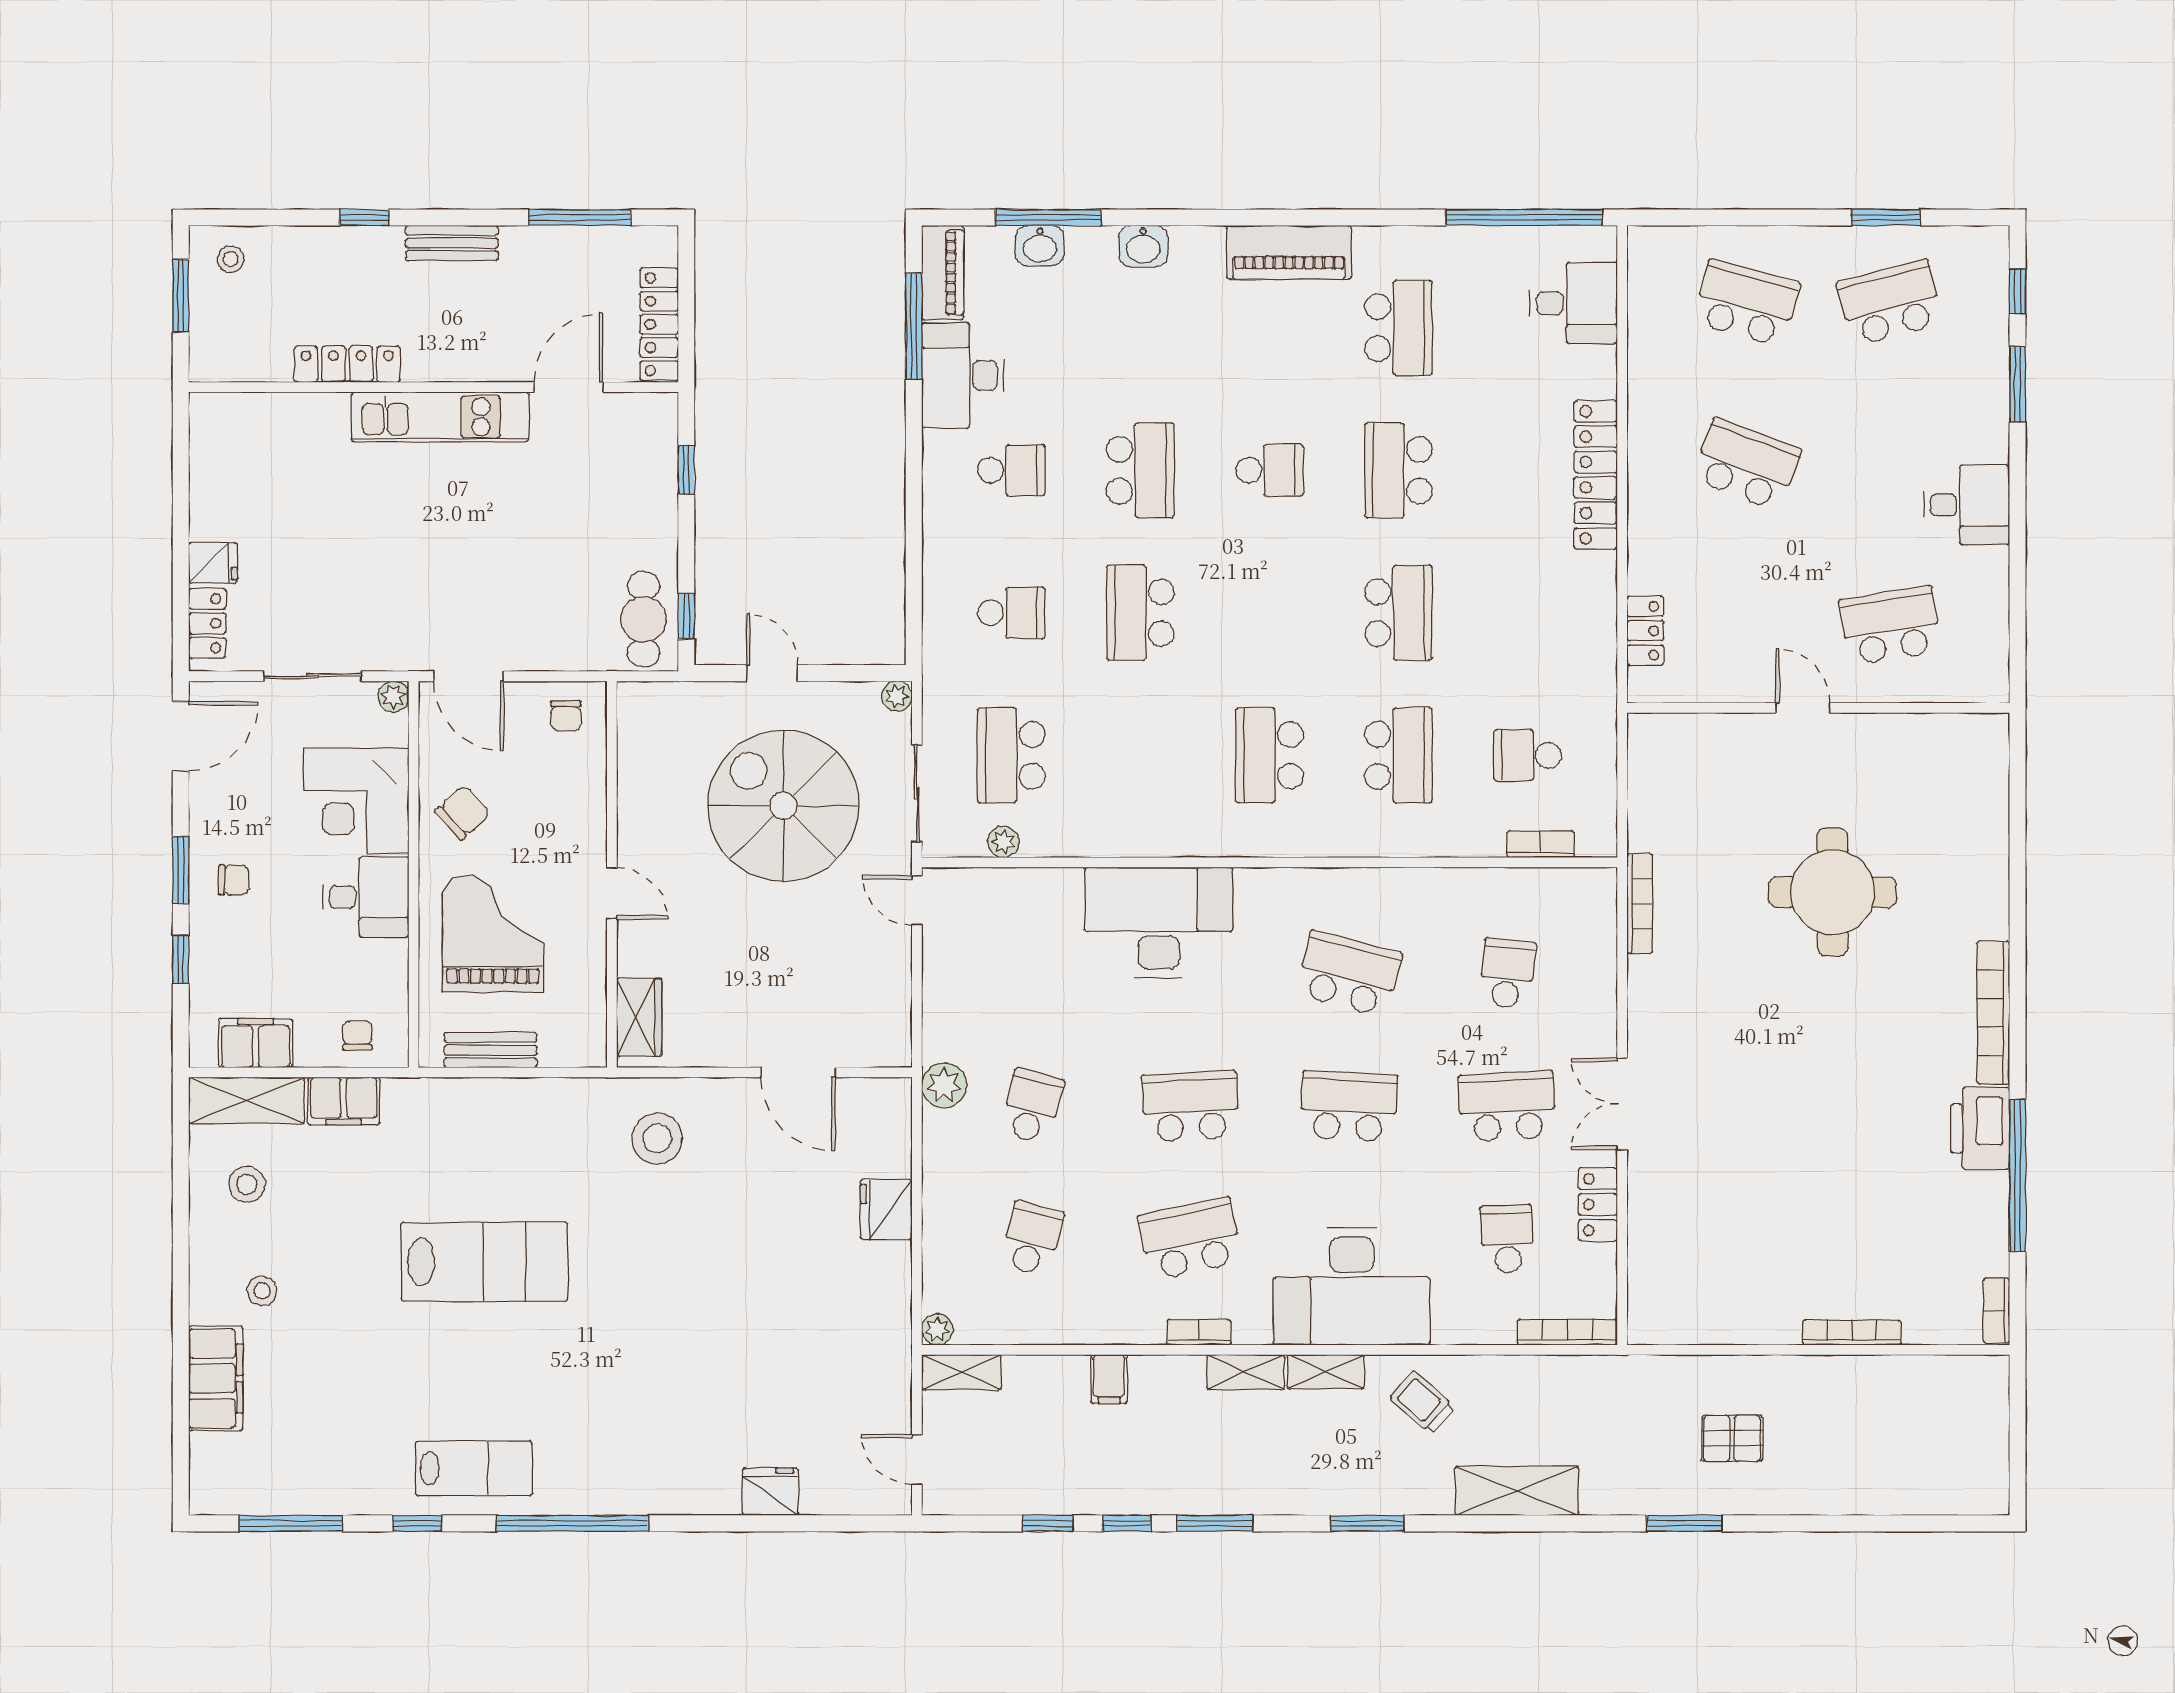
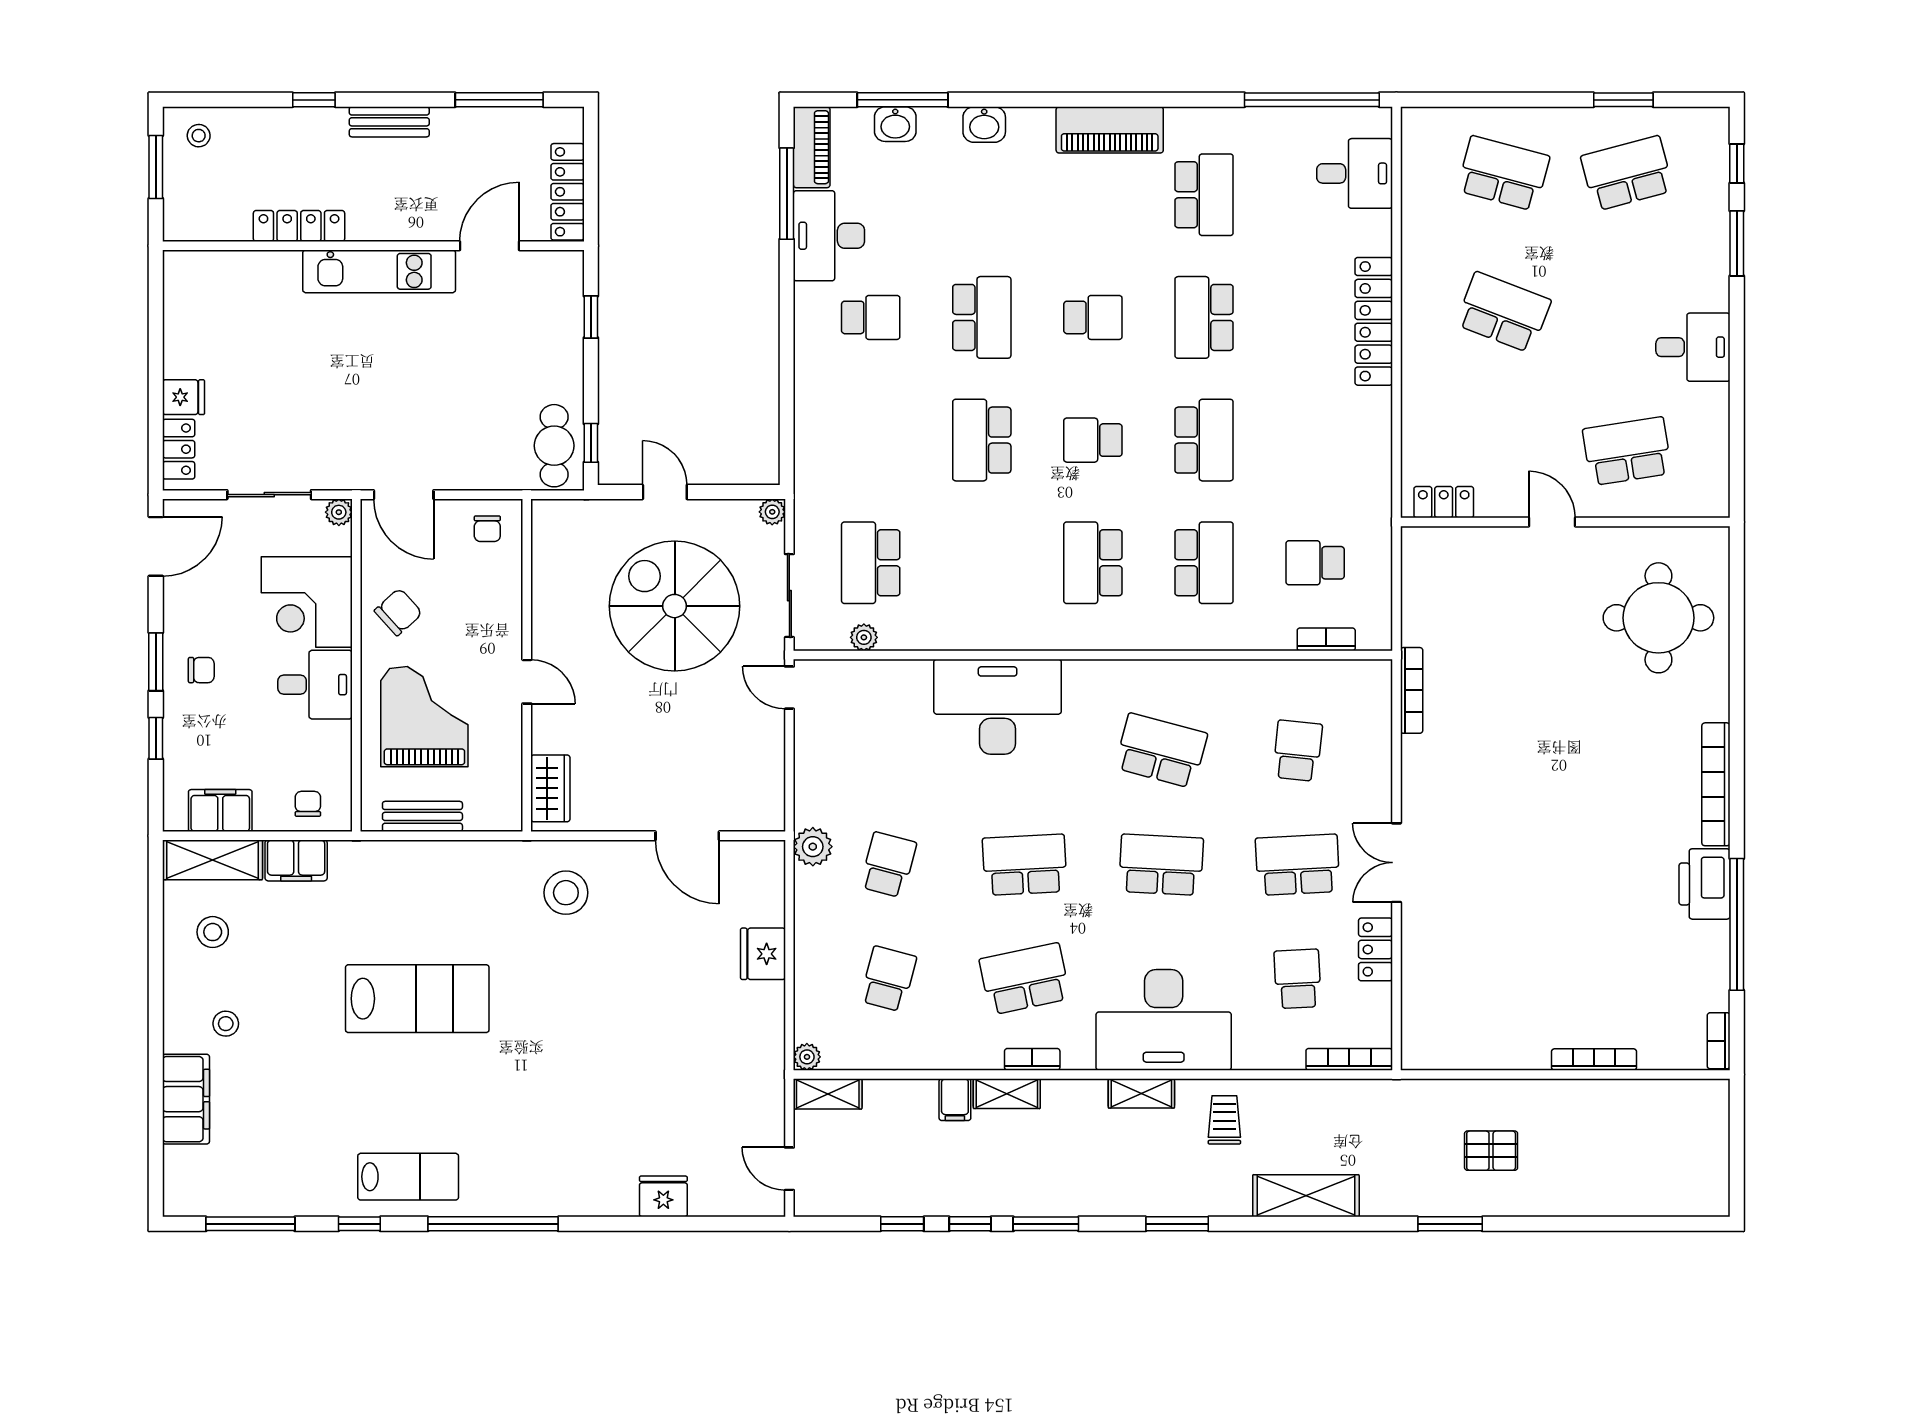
school desk: (1011, 613) -> (1093, 440), moved, turned 180
locker: (1645, 631) -> (1444, 502), moved, turned -90
round table: (1833, 892) -> (1658, 618), moved
shelving: (1246, 1372) -> (1007, 1094), moved
trolley: (1422, 1403) -> (1224, 1120), turned 48

